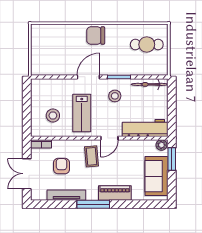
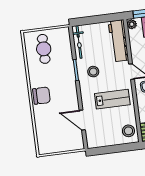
chair: (96, 36) -> (41, 96), turned -90
door: (88, 77) -> (82, 120), moved
stool: (53, 115) -> (128, 131), moved

